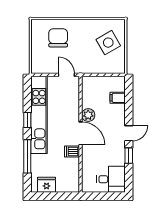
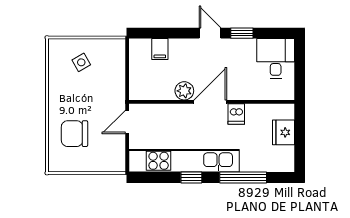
side table: (108, 43) -> (81, 62), width x0.54, depth x0.54
fridge: (47, 185) -> (283, 132), moved

